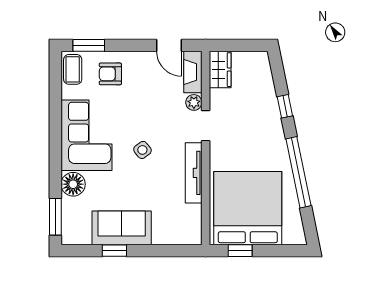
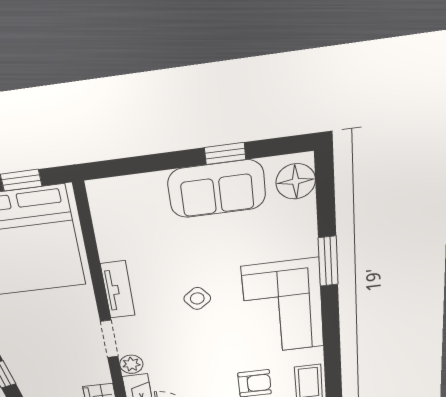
tv unit: (194, 173) -> (118, 290), width x0.71
floor lamp: (73, 184) -> (296, 181), moved
window: (55, 217) -> (328, 261), moved

